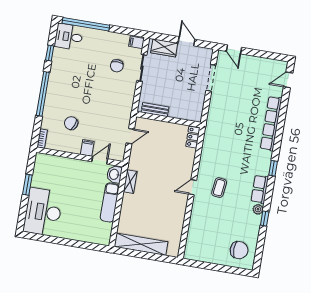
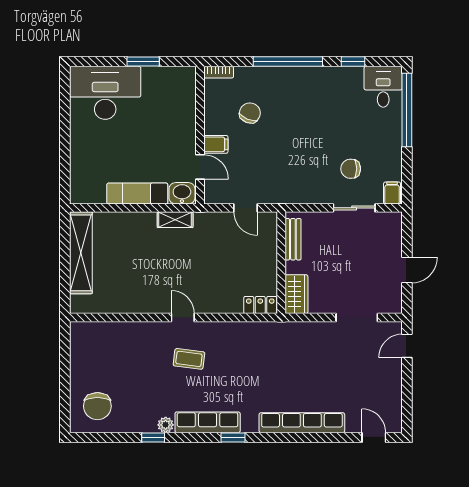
wardrobe: (164, 48) -> (296, 294), moved, turned 180
row of seats: (260, 189) -> (208, 422), width x1.48

